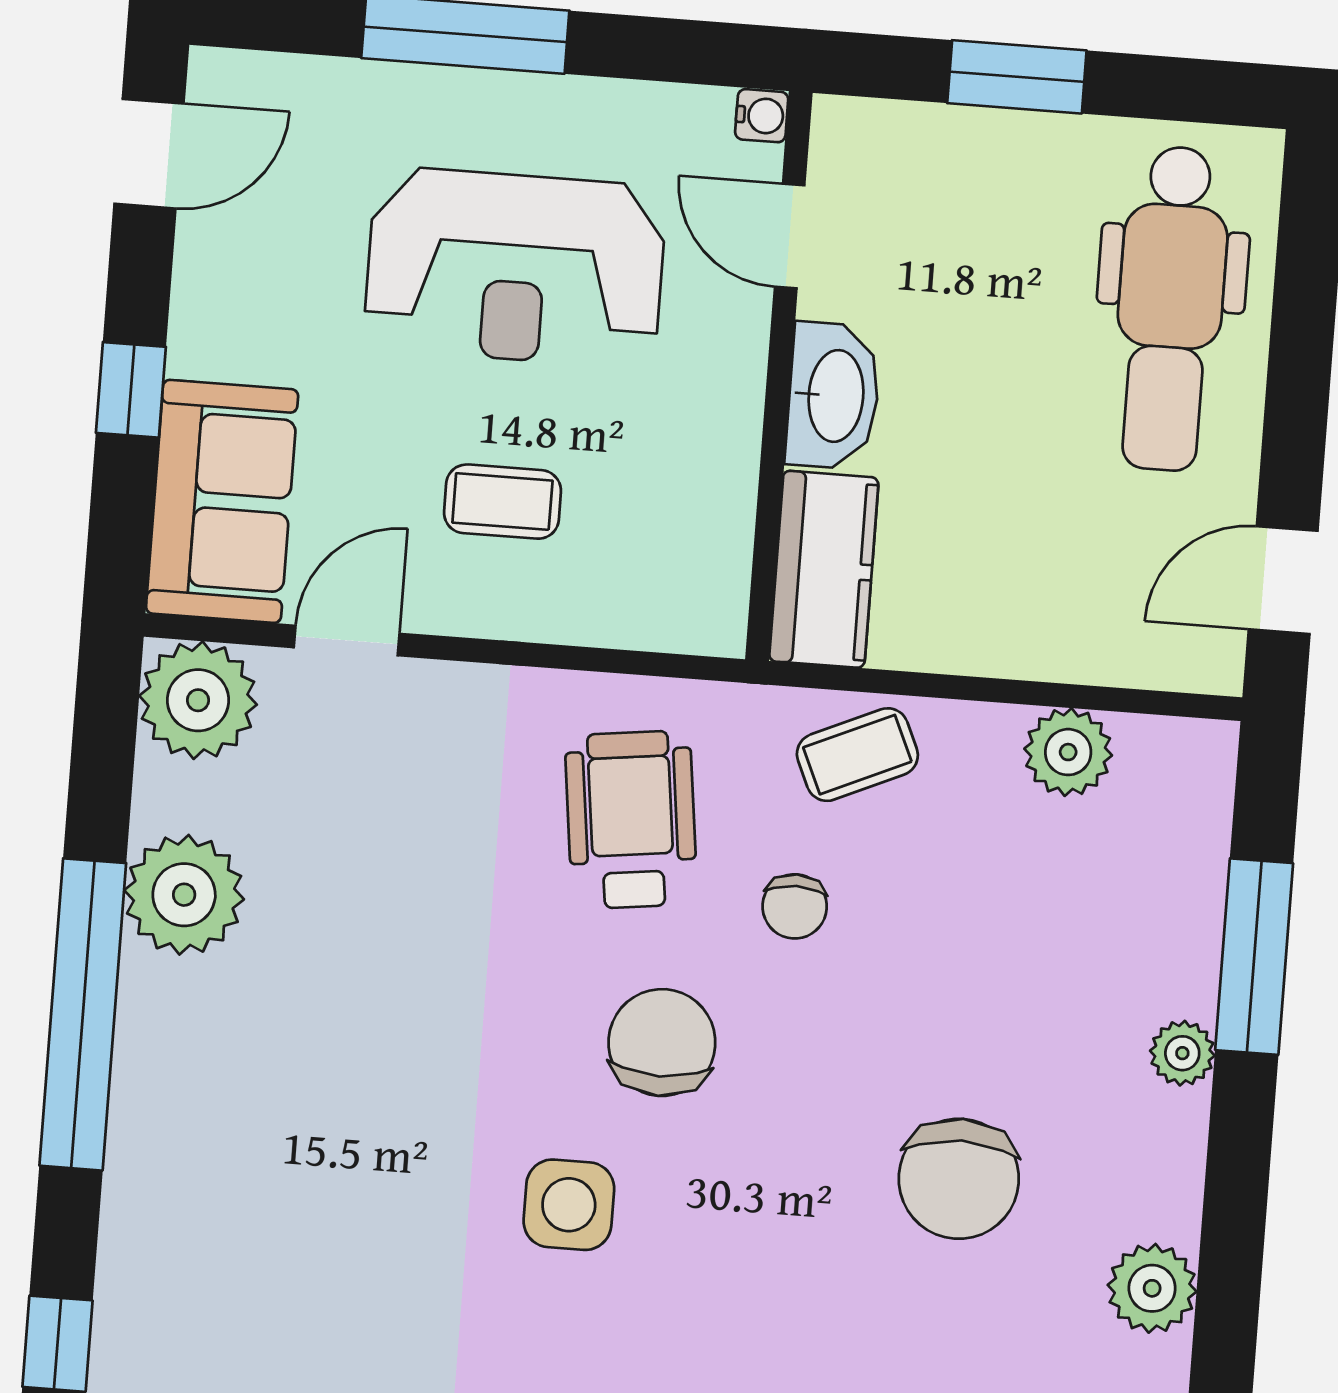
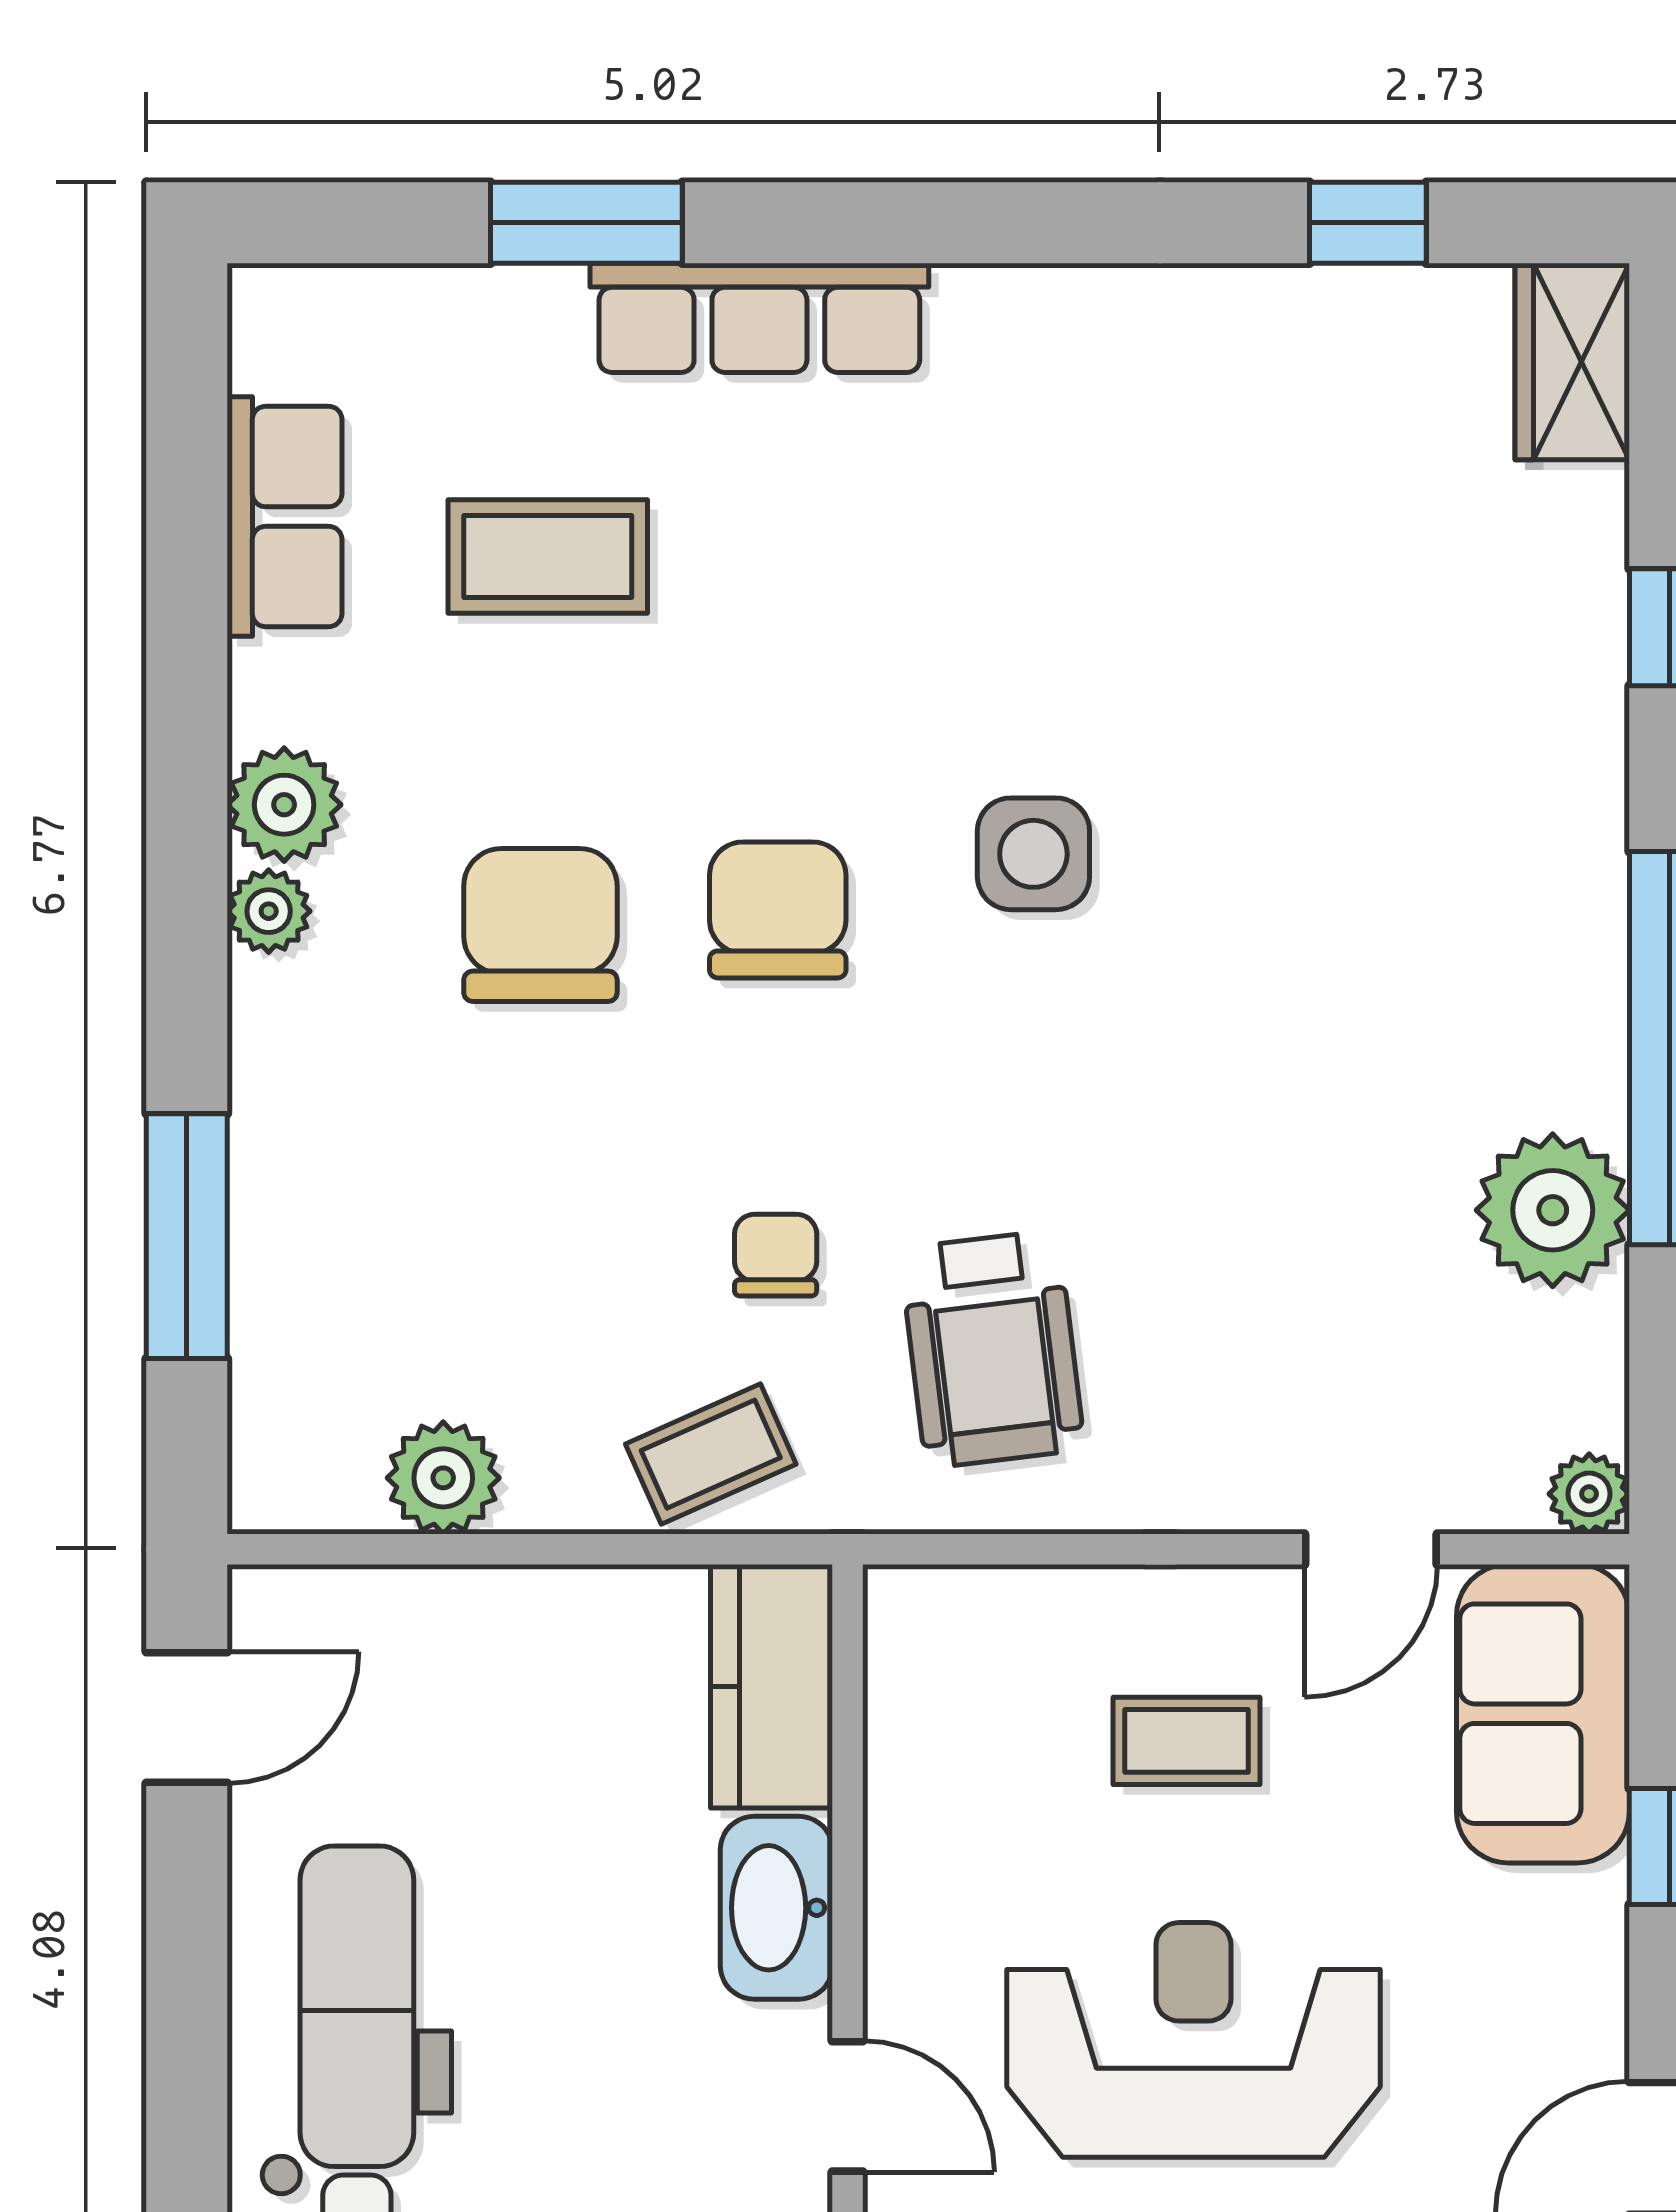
plant: (198, 700) -> (1589, 1494), width x0.53, depth x0.53
chair: (662, 1043) -> (778, 910), moved, turned 180
plant: (1182, 1053) -> (269, 911), moved

